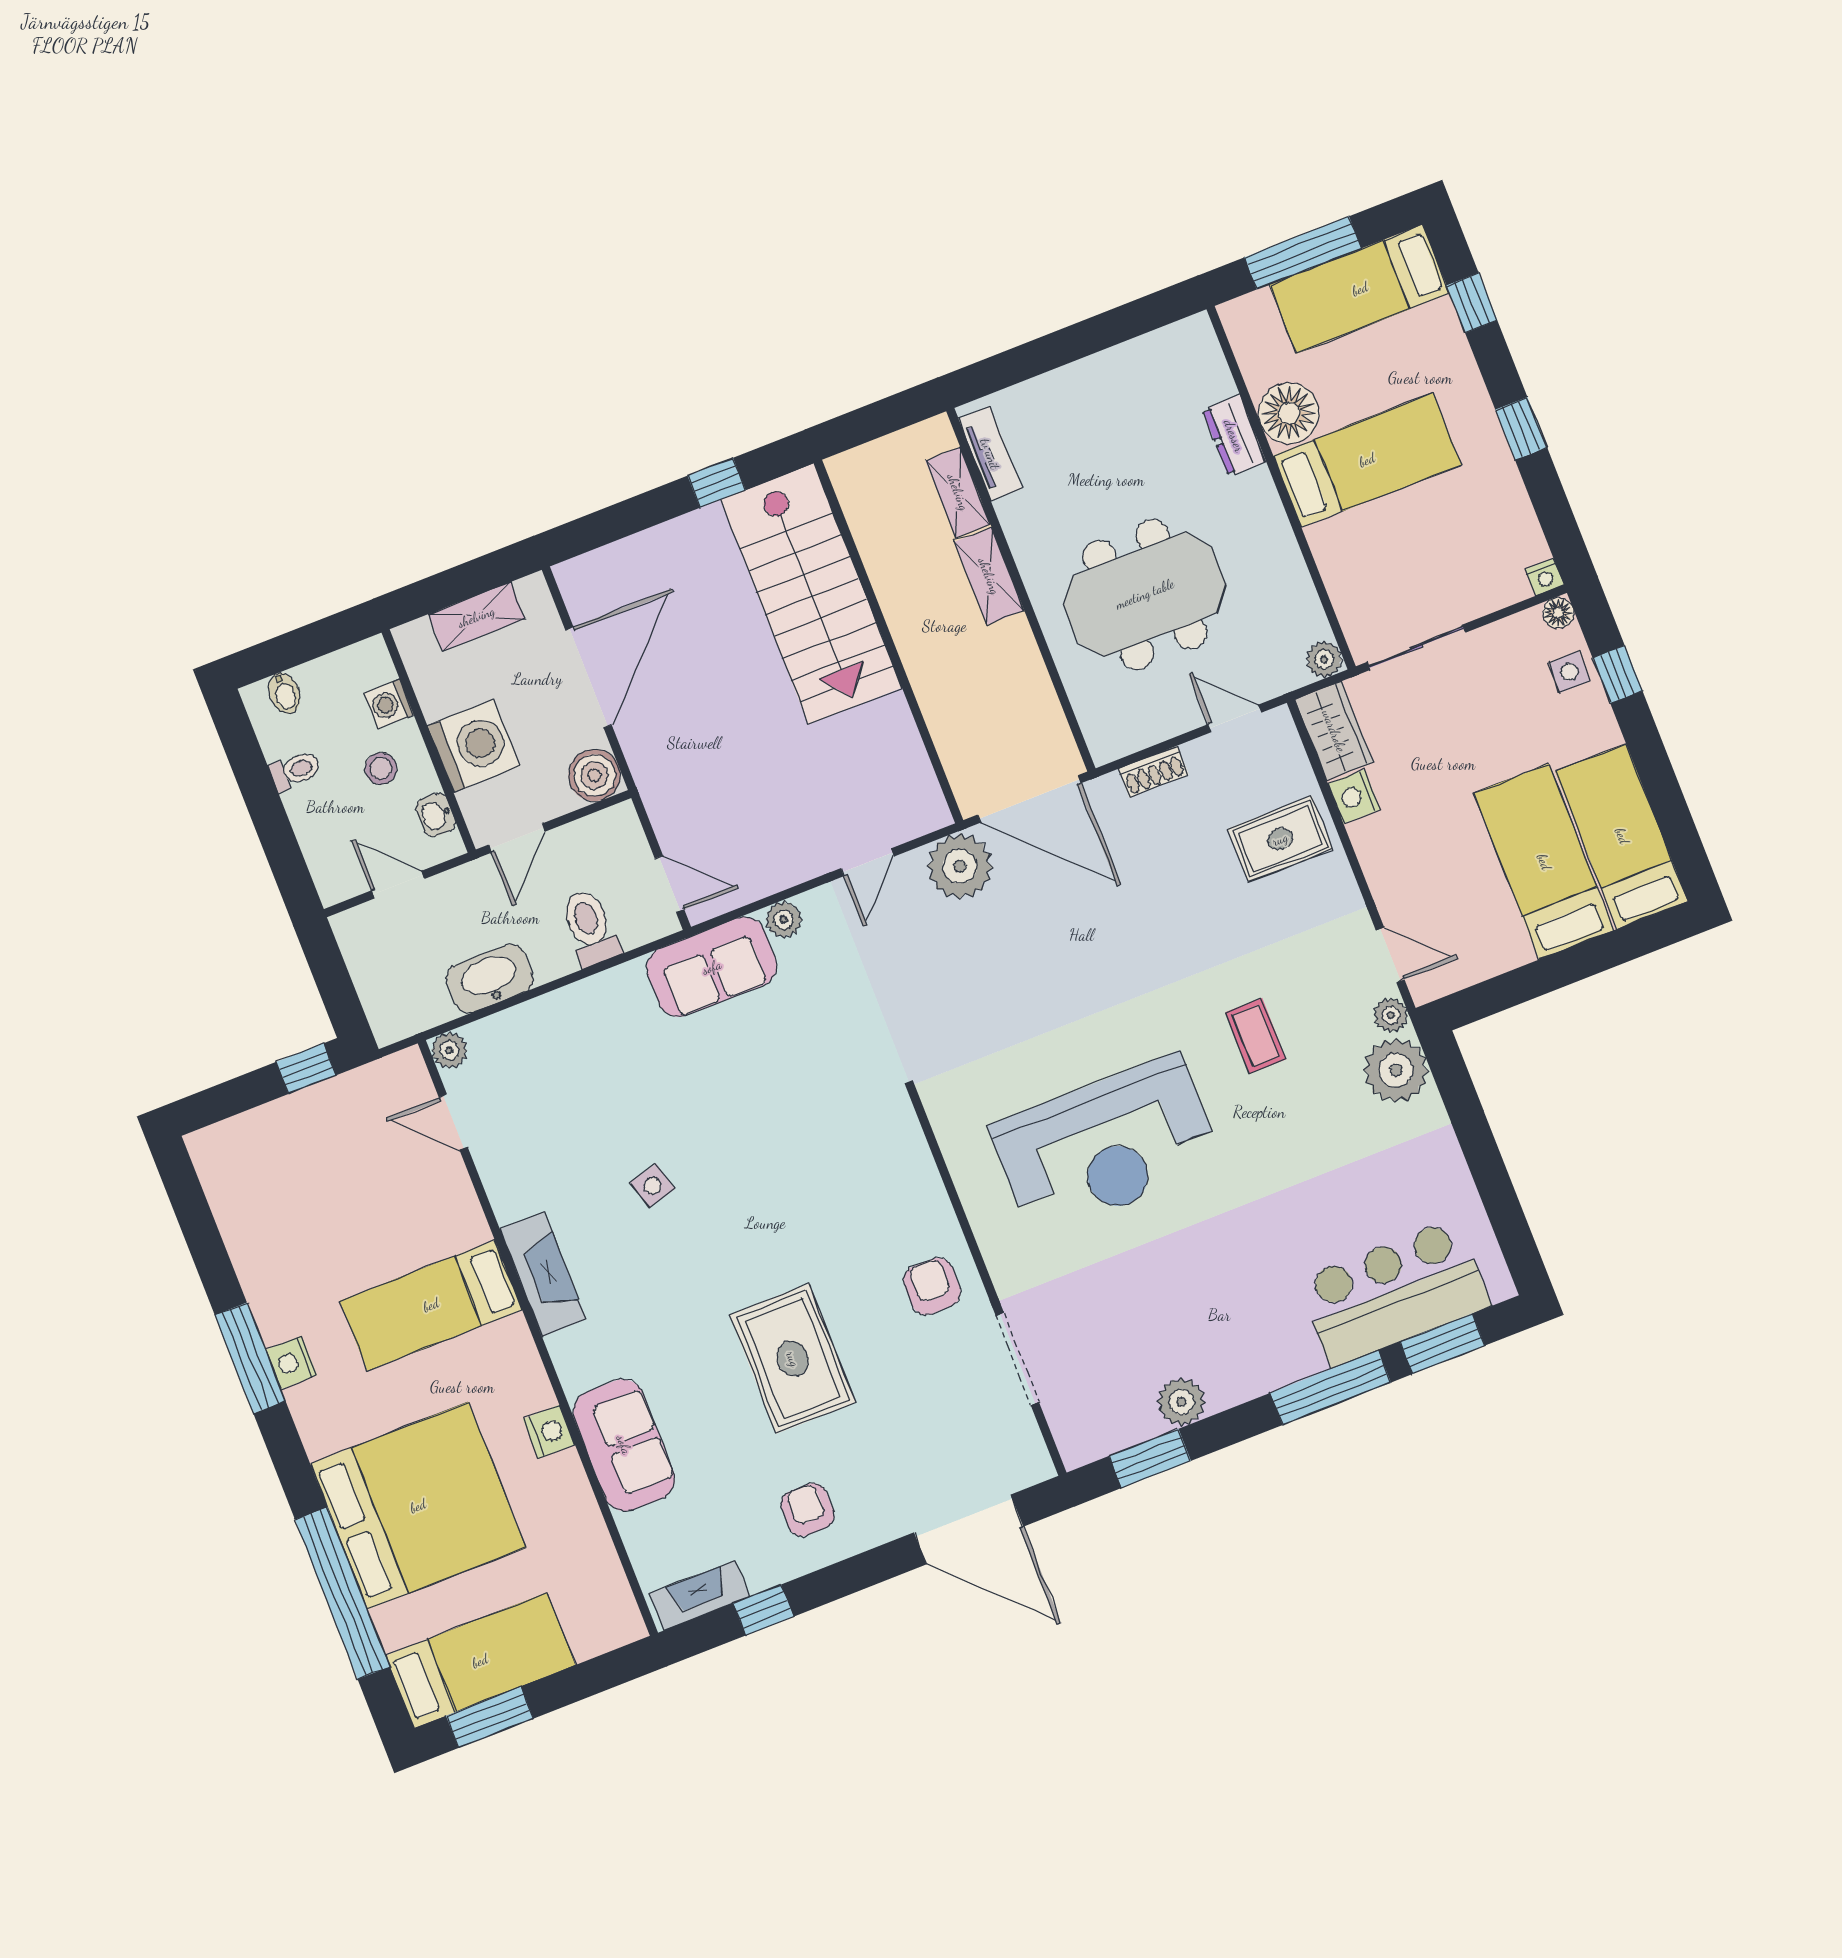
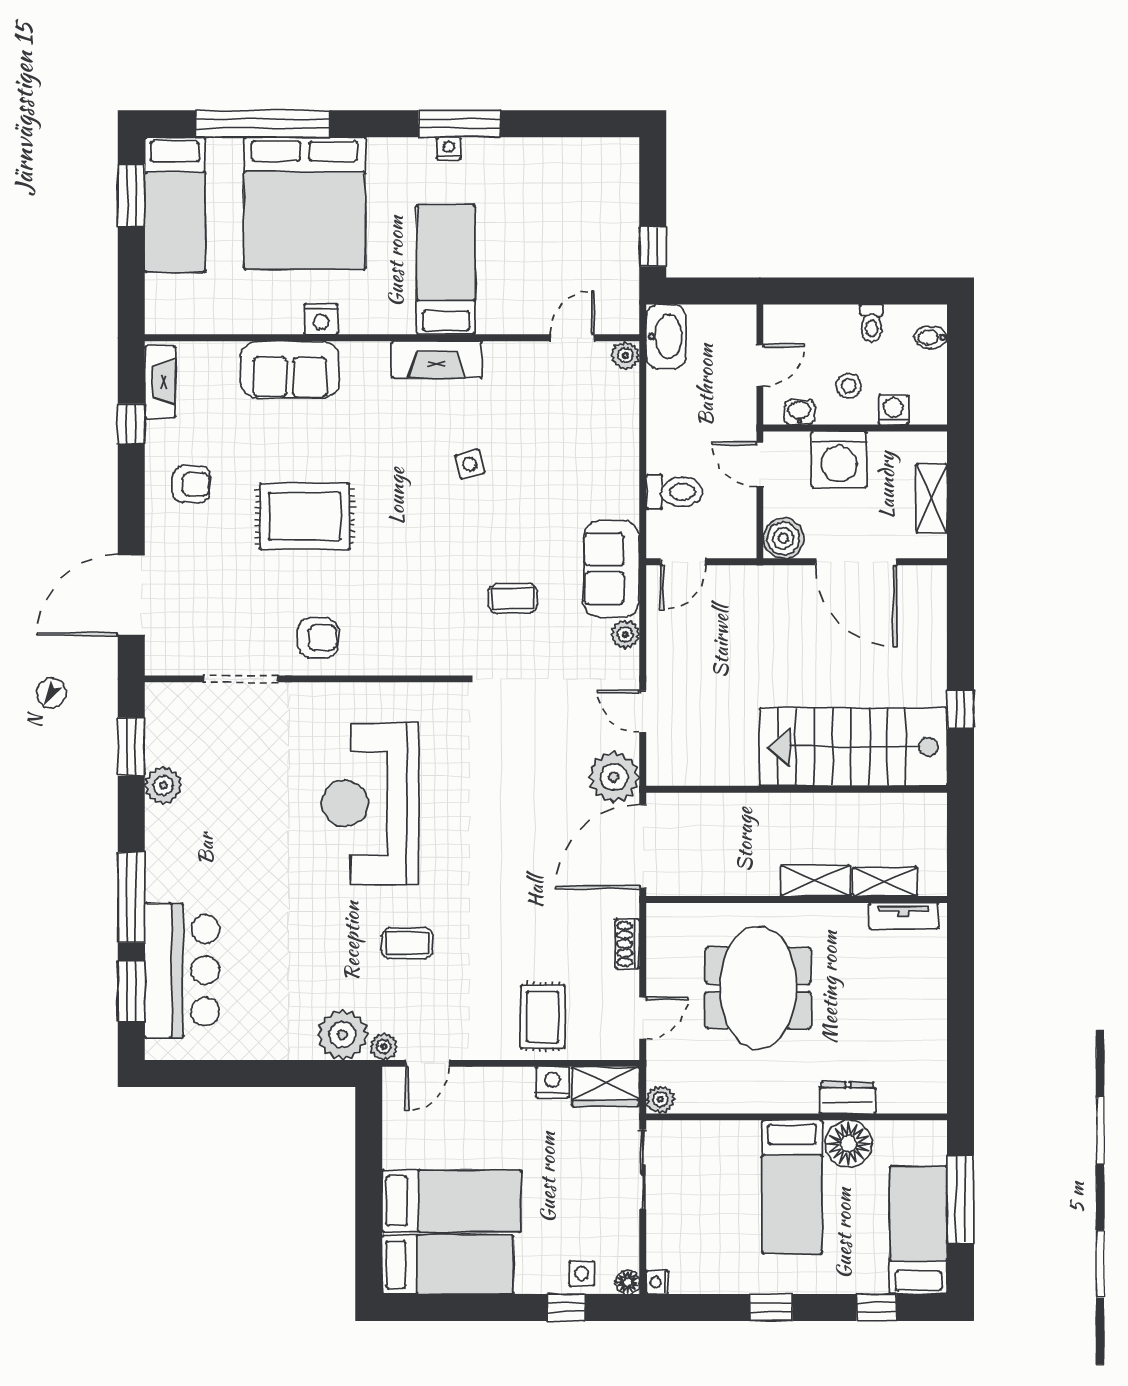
washbasin: (490, 979) -> (666, 337), moved
coffee table: (793, 1071) -> (513, 598), added
nightstand: (291, 1363) -> (449, 148), width x0.72, depth x0.74

